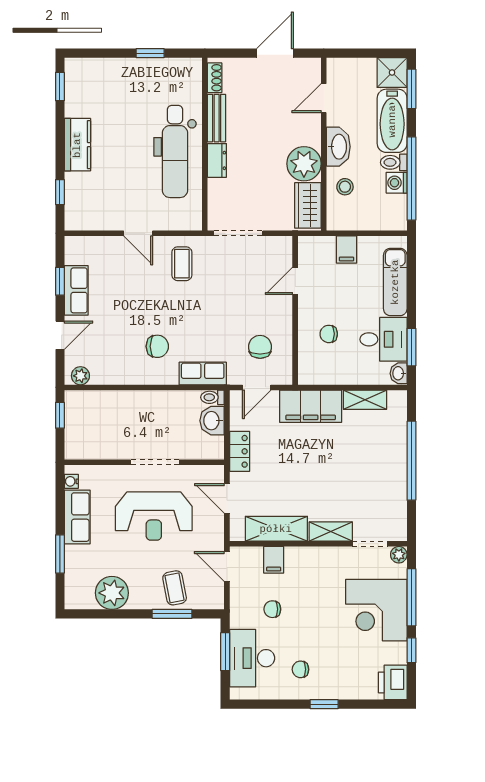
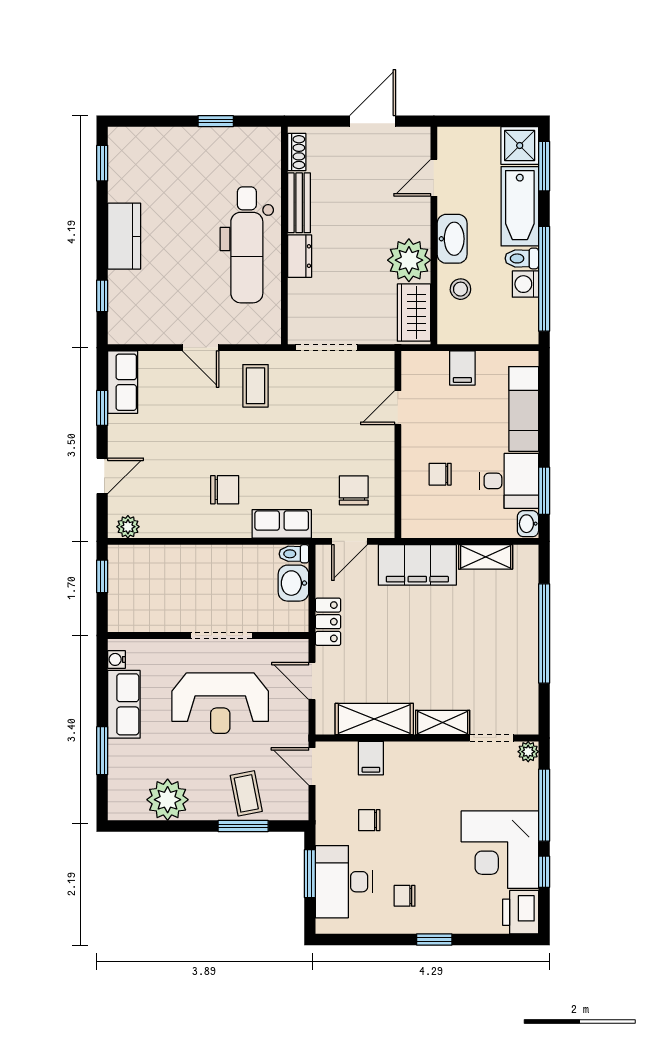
row of seats: (76, 290) -> (123, 382), moved
corner desk: (376, 610) -> (500, 850), moved

